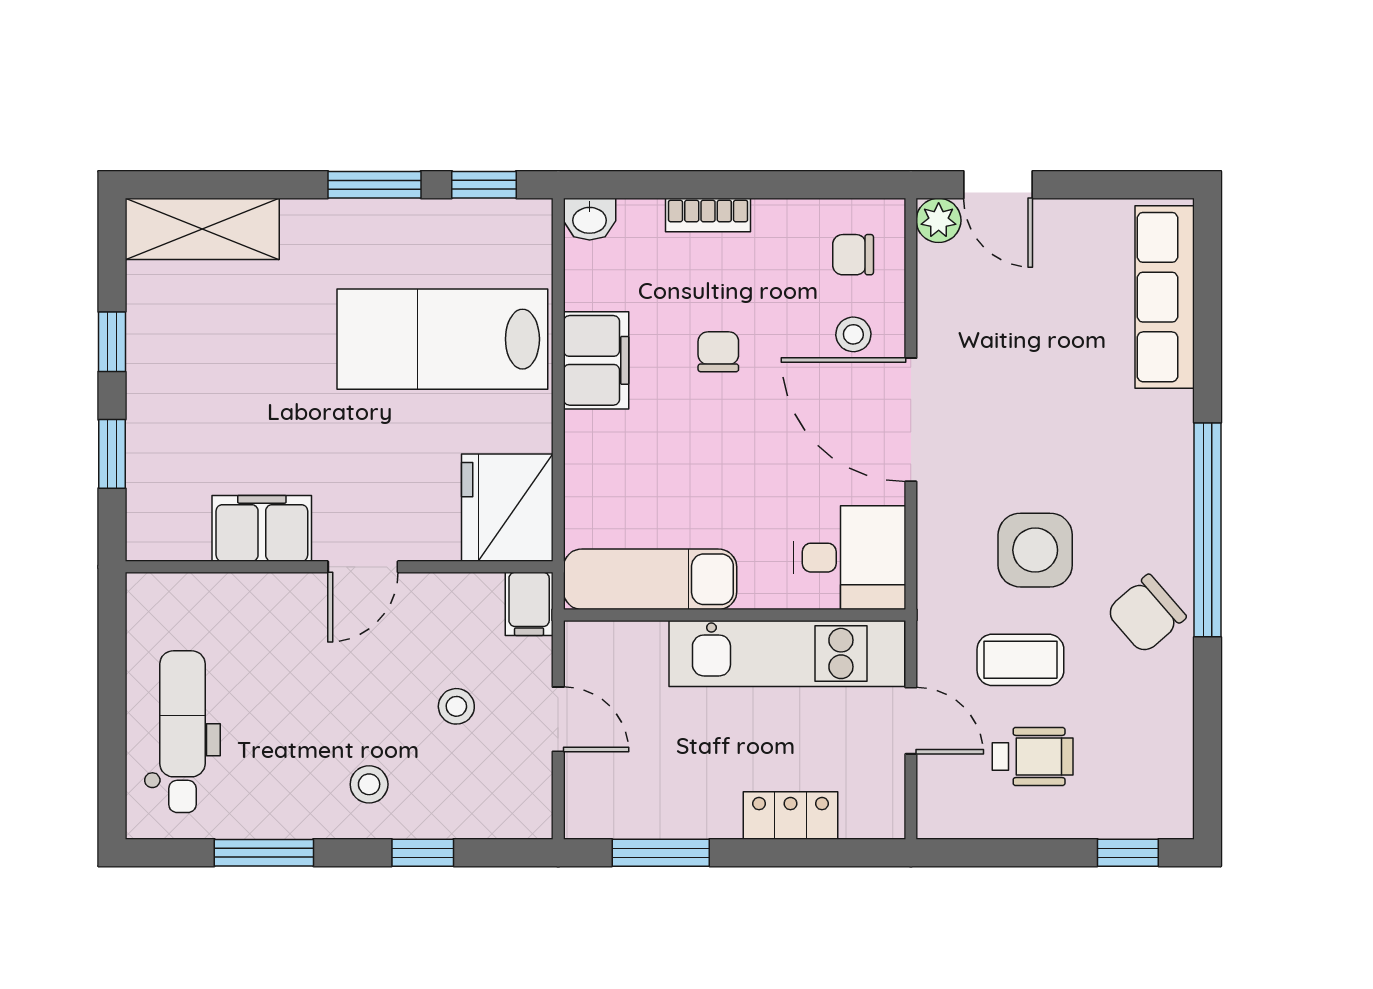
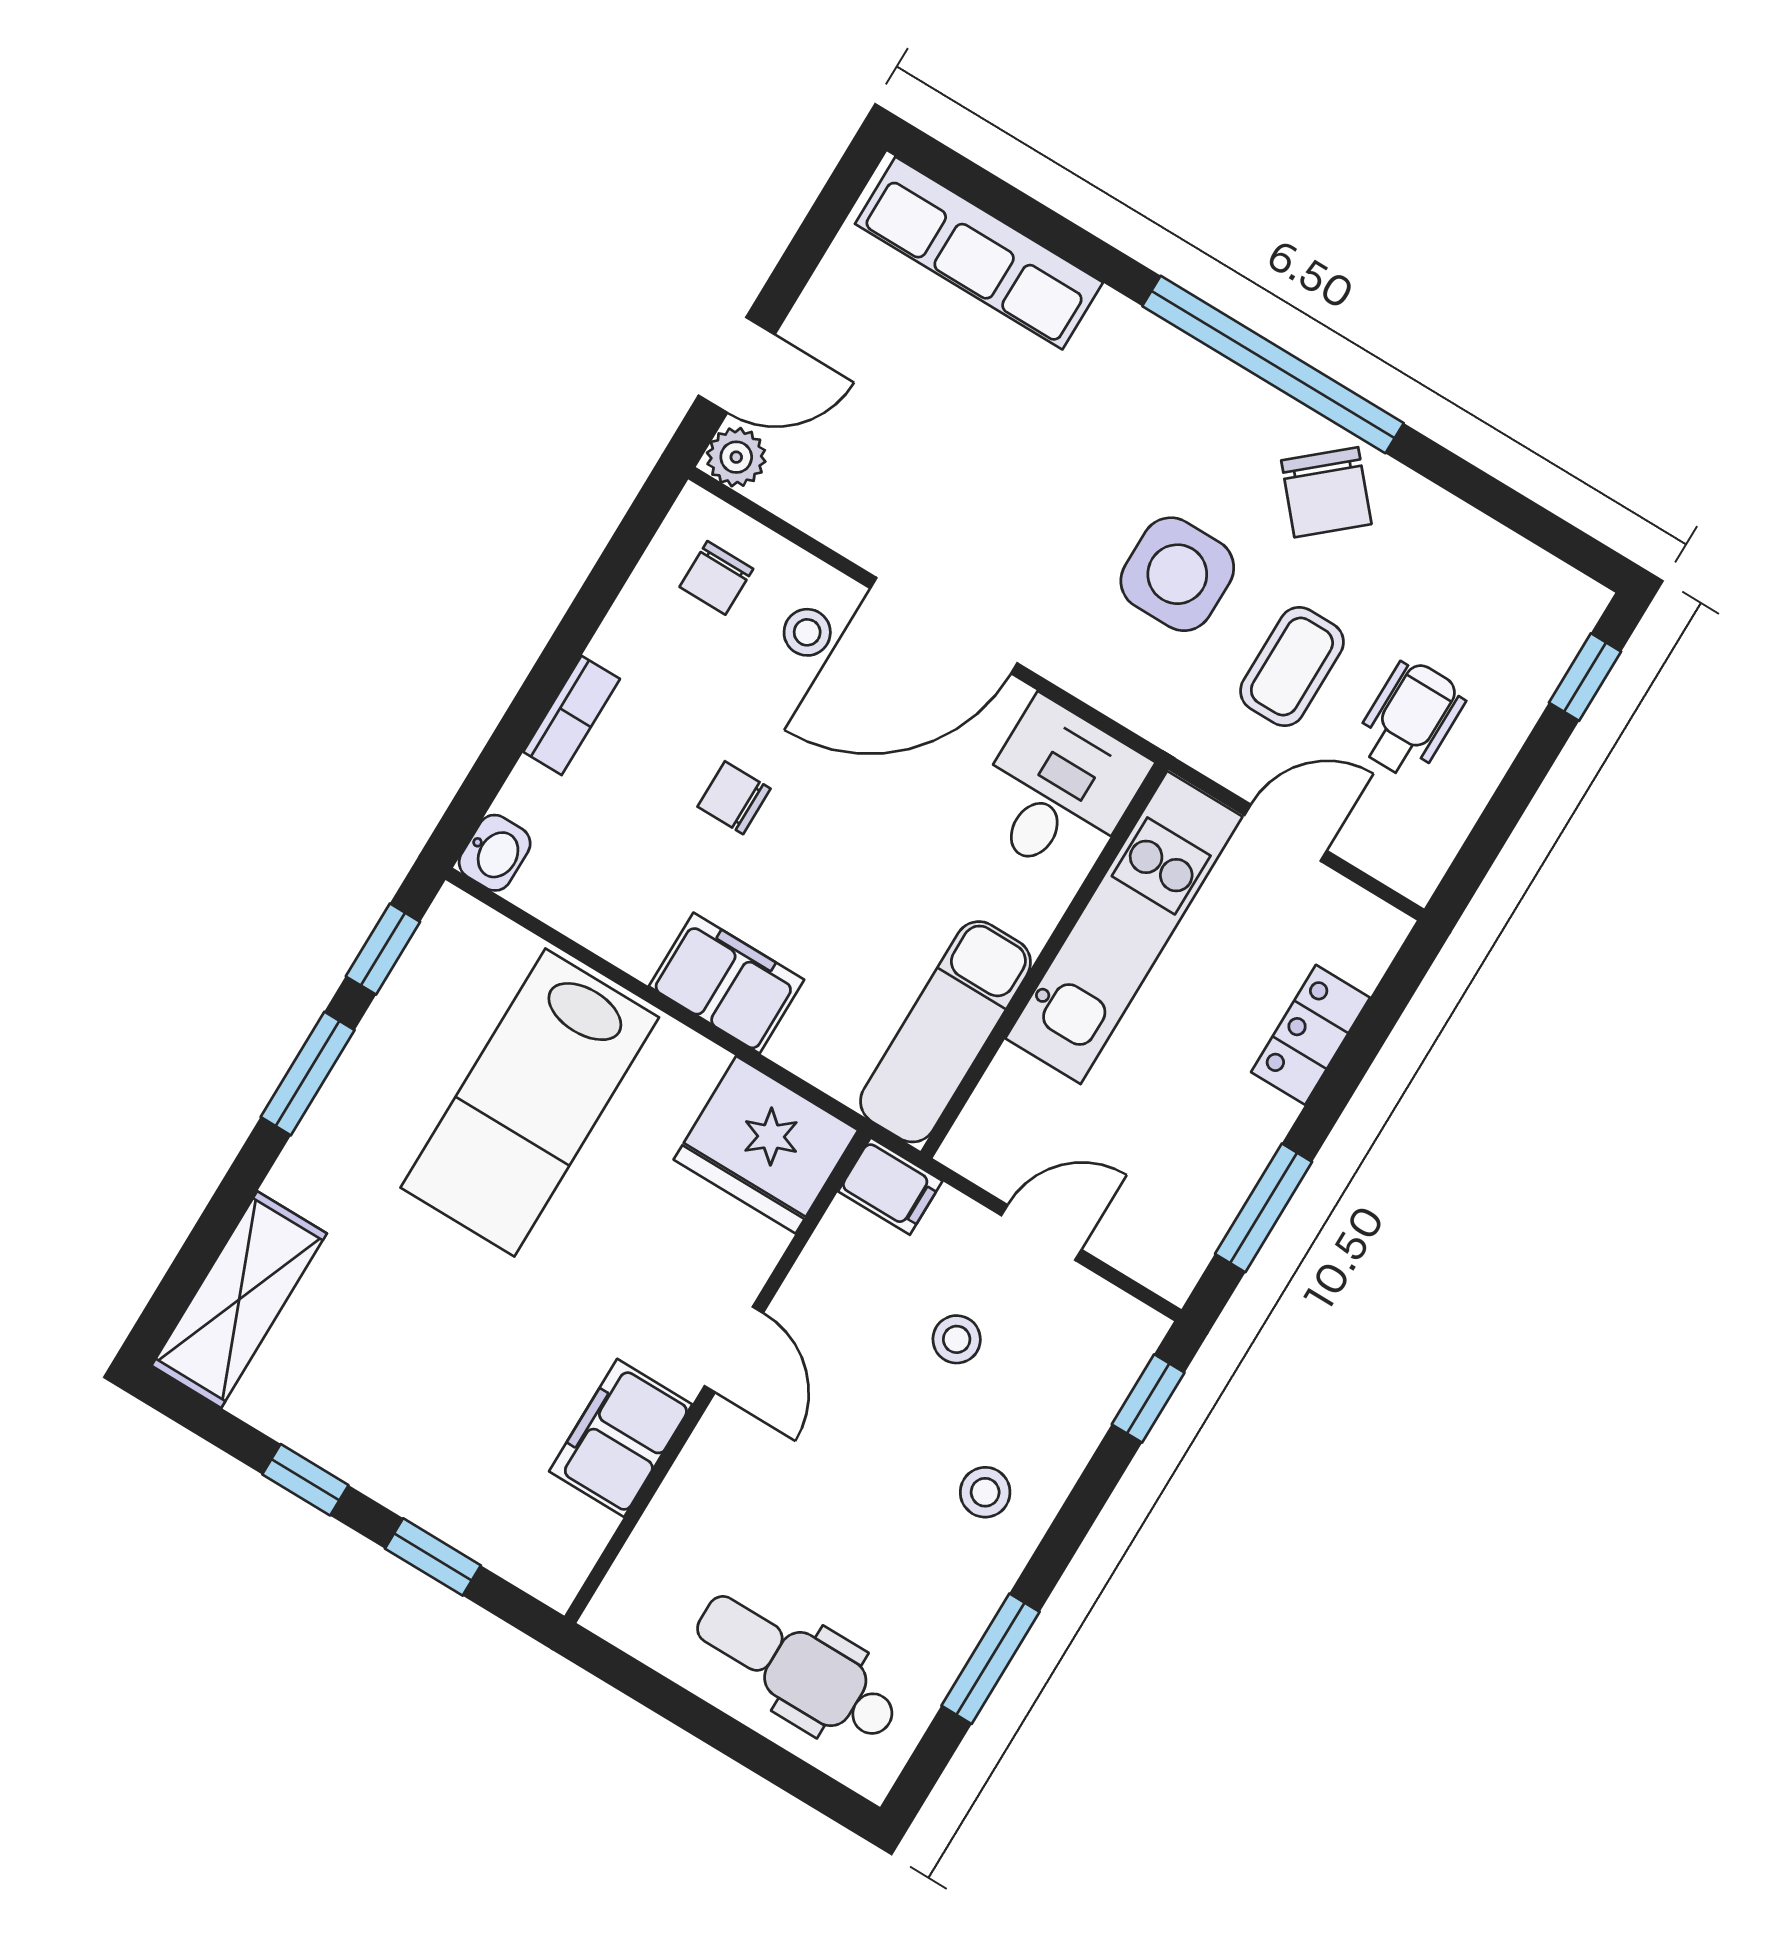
filing cabinet: (596, 360) -> (726, 983), moved
window: (423, 853) -> (1148, 1398), moved

